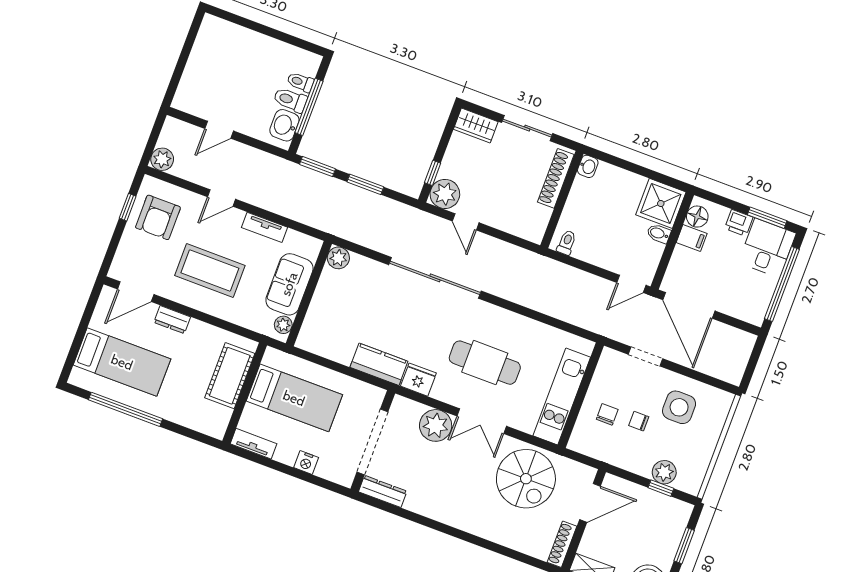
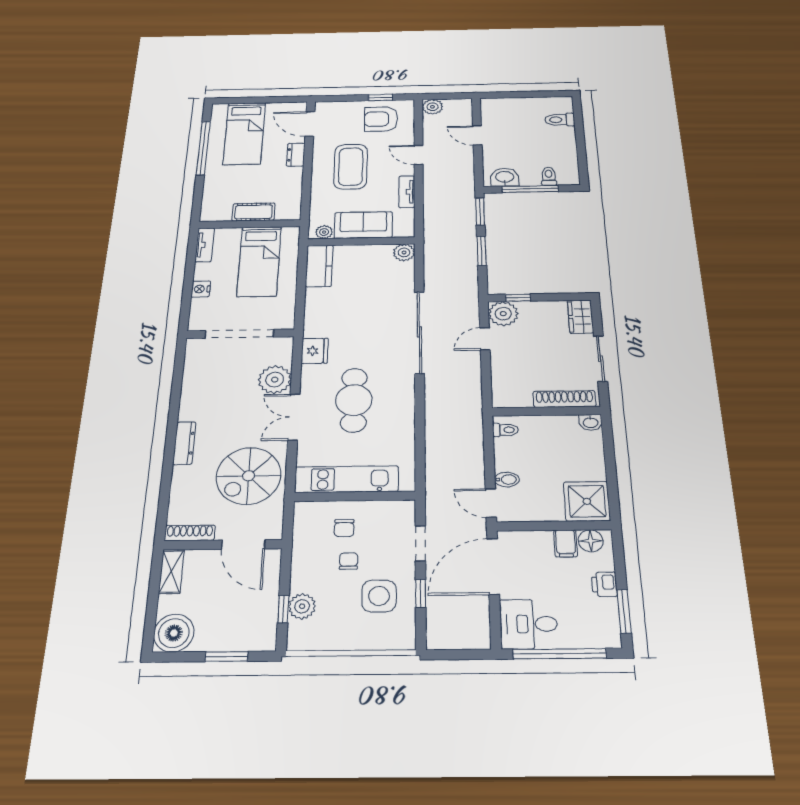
toilet: (290, 100) -> (560, 120), moved, turned -90
bidet: (659, 233) -> (507, 479), moved, turned 90
desk: (767, 248) -> (529, 624), moved, turned 180
kitchen counter: (379, 364) -> (319, 266), moved
window: (690, 373) -> (421, 594), added
cot: (230, 376) -> (254, 212), width x0.73, depth x0.75
chair: (607, 414) -> (344, 528), turned 90
dresser: (383, 491) -> (184, 443), moved

